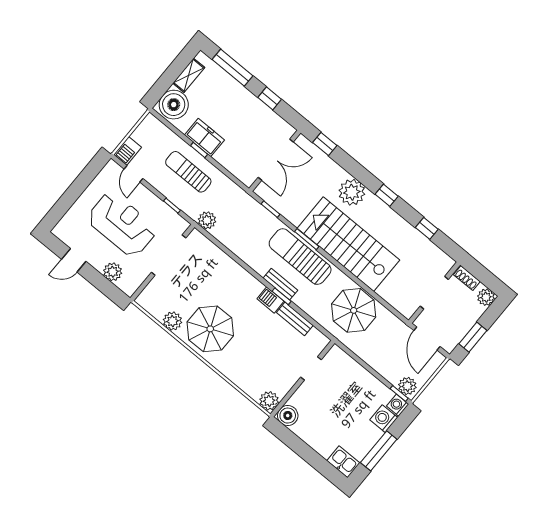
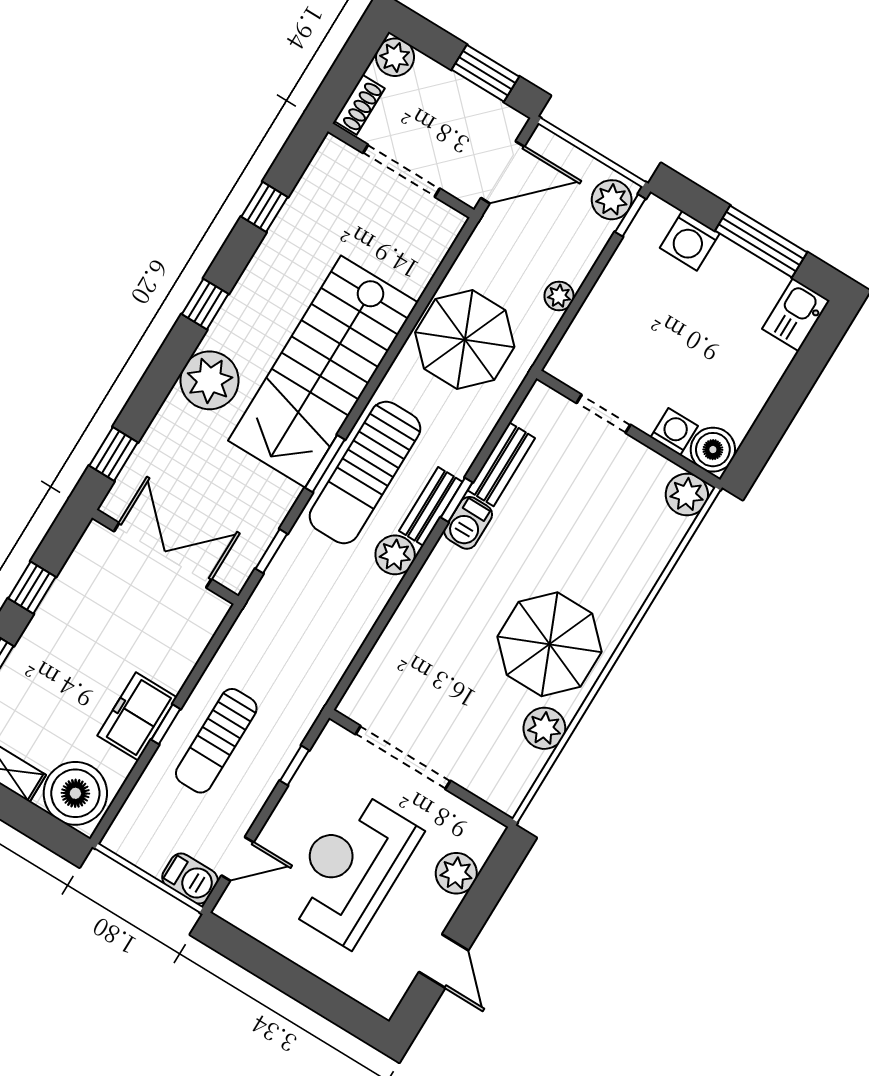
plant: (207, 220) -> (395, 555), moved
plant: (367, 356) -> (559, 296), added
washing machine: (398, 405) -> (674, 432), moved, turned 180

